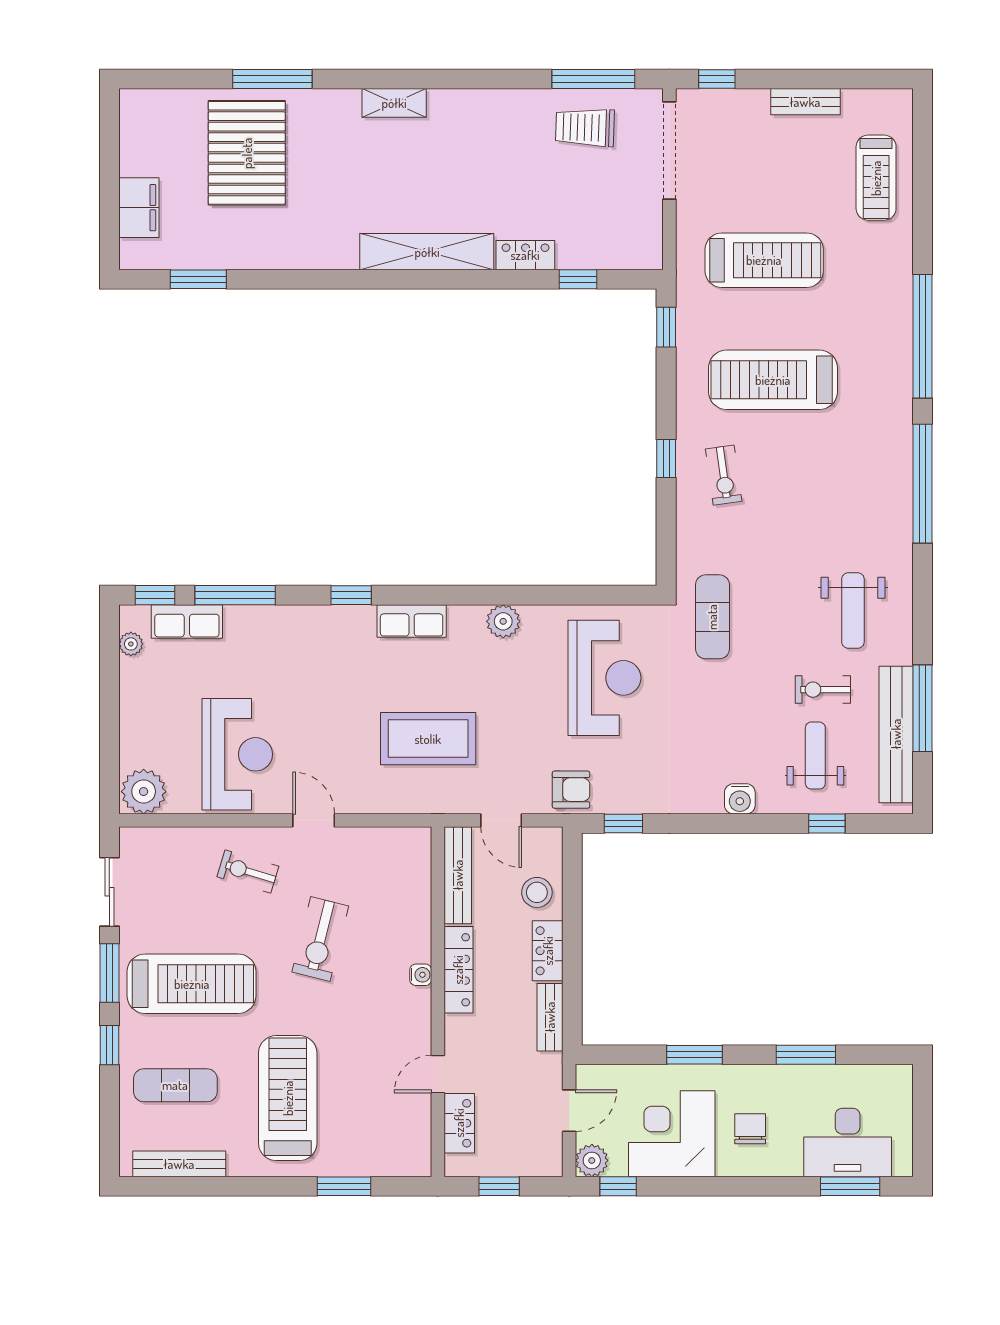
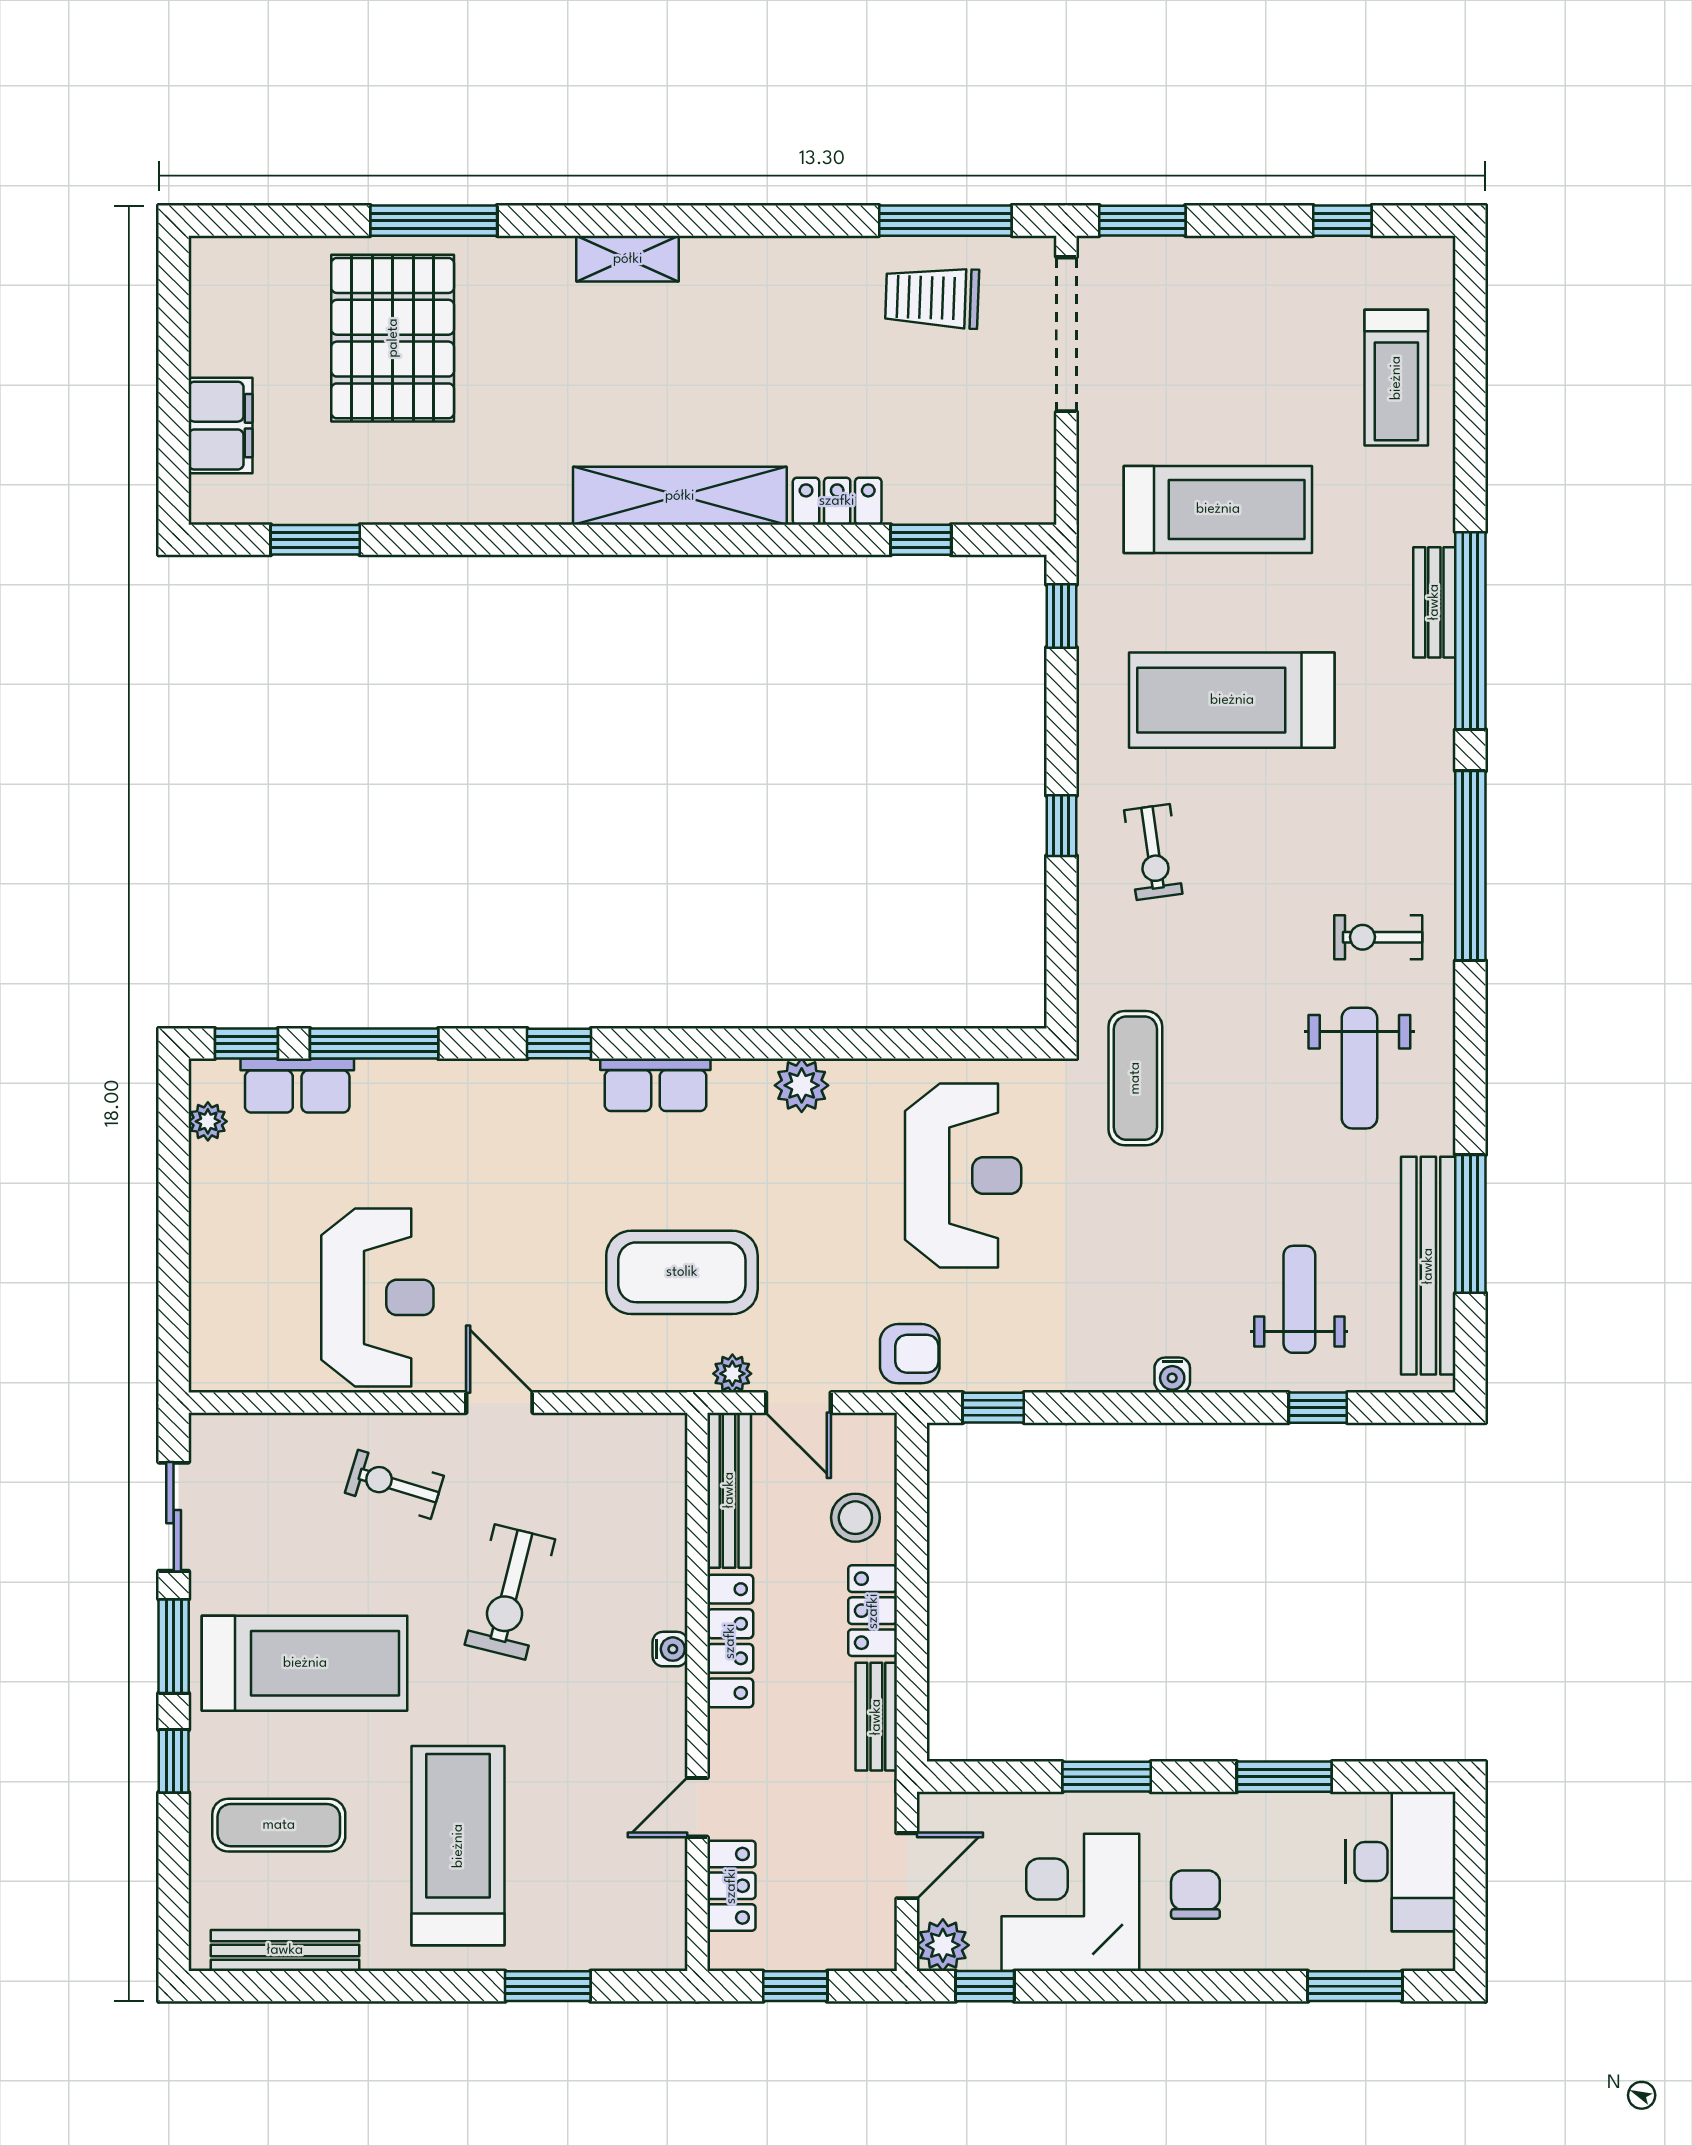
window: (717, 79) -> (1142, 221), width x1.50
window: (842, 79) -> (1342, 221), added
bench: (805, 102) -> (1434, 602), moved, turned 90
exercise bike: (823, 690) -> (1378, 937), moved
plant: (144, 792) -> (732, 1374), moved, width x0.53, depth x0.53
water cooler: (740, 799) -> (1172, 1375), width x0.72, depth x0.72
desk: (848, 1142) -> (1401, 1862), moved, turned -90

